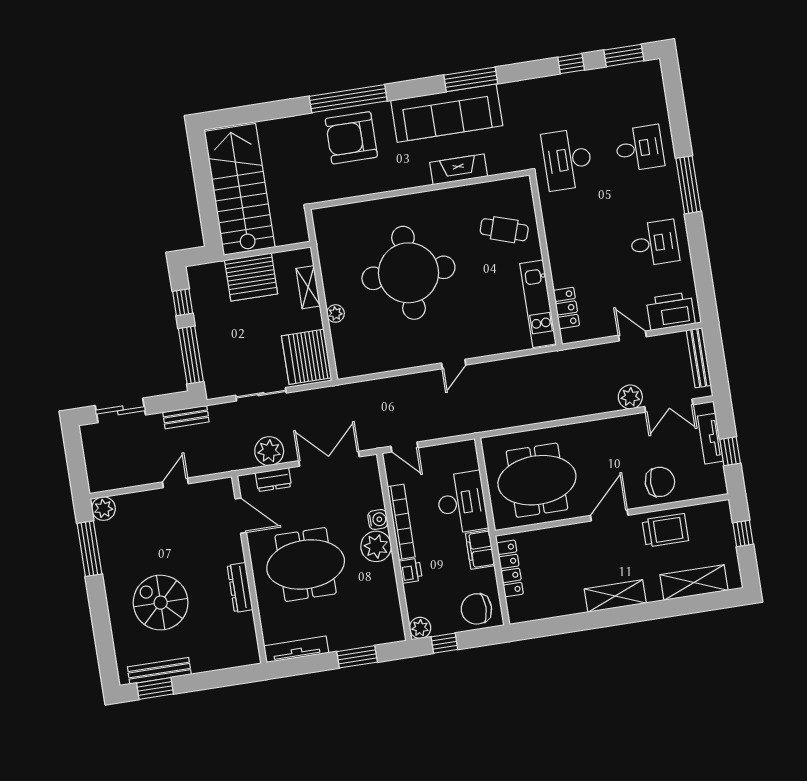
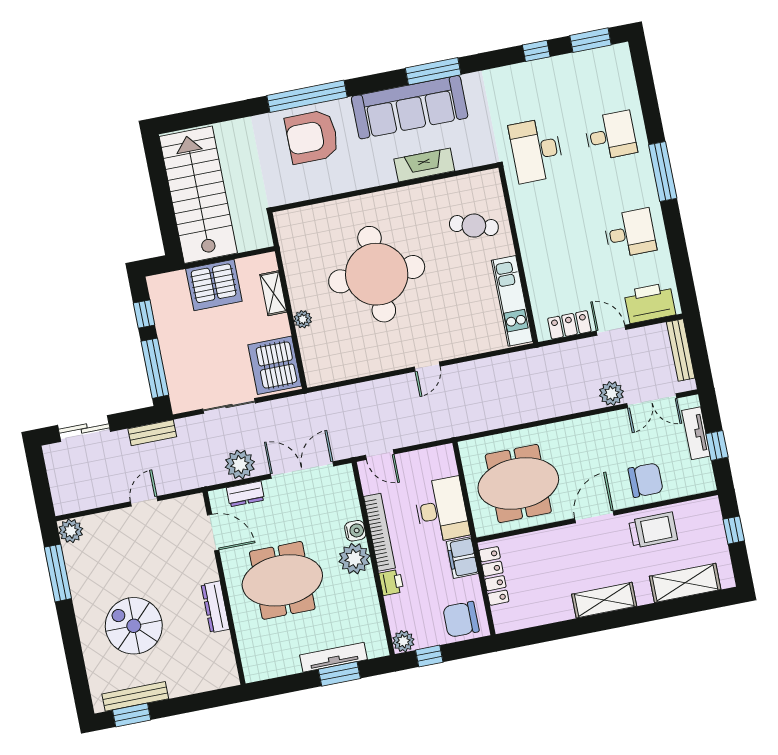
locker: (566, 308) -> (569, 325), moved, turned -90
tv unit: (296, 649) -> (334, 657), moved

